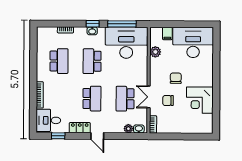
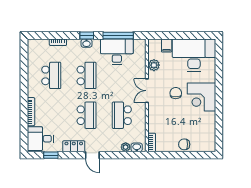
desk: (126, 43) -> (117, 52), width x0.73, depth x0.77
school desk: (92, 61) -> (87, 75), turned 180
double door: (149, 97) -> (147, 91), moved
chair: (168, 100) -> (184, 144), moved
corner desk: (200, 100) -> (201, 97), moved

